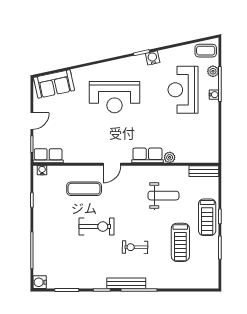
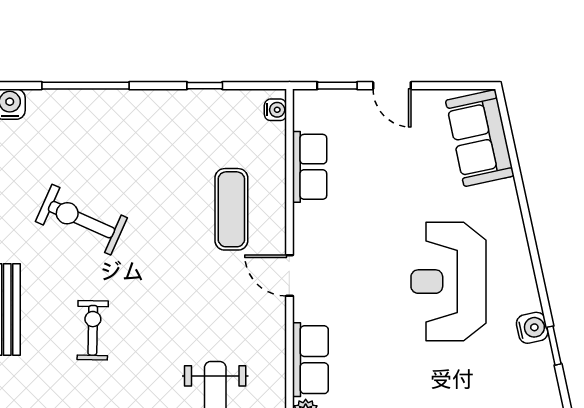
water cooler: (153, 58) -> (532, 328), moved
row of seats: (48, 156) -> (310, 167), moved
exercise bike: (97, 227) -> (81, 220), moved, turned 114

